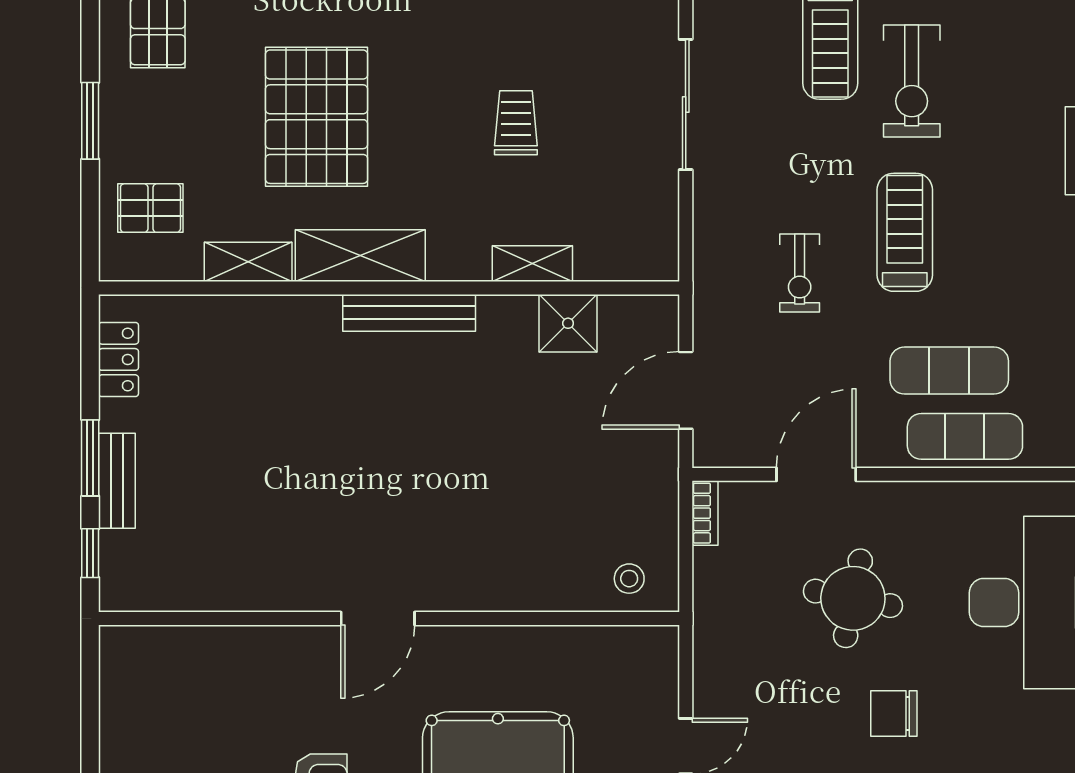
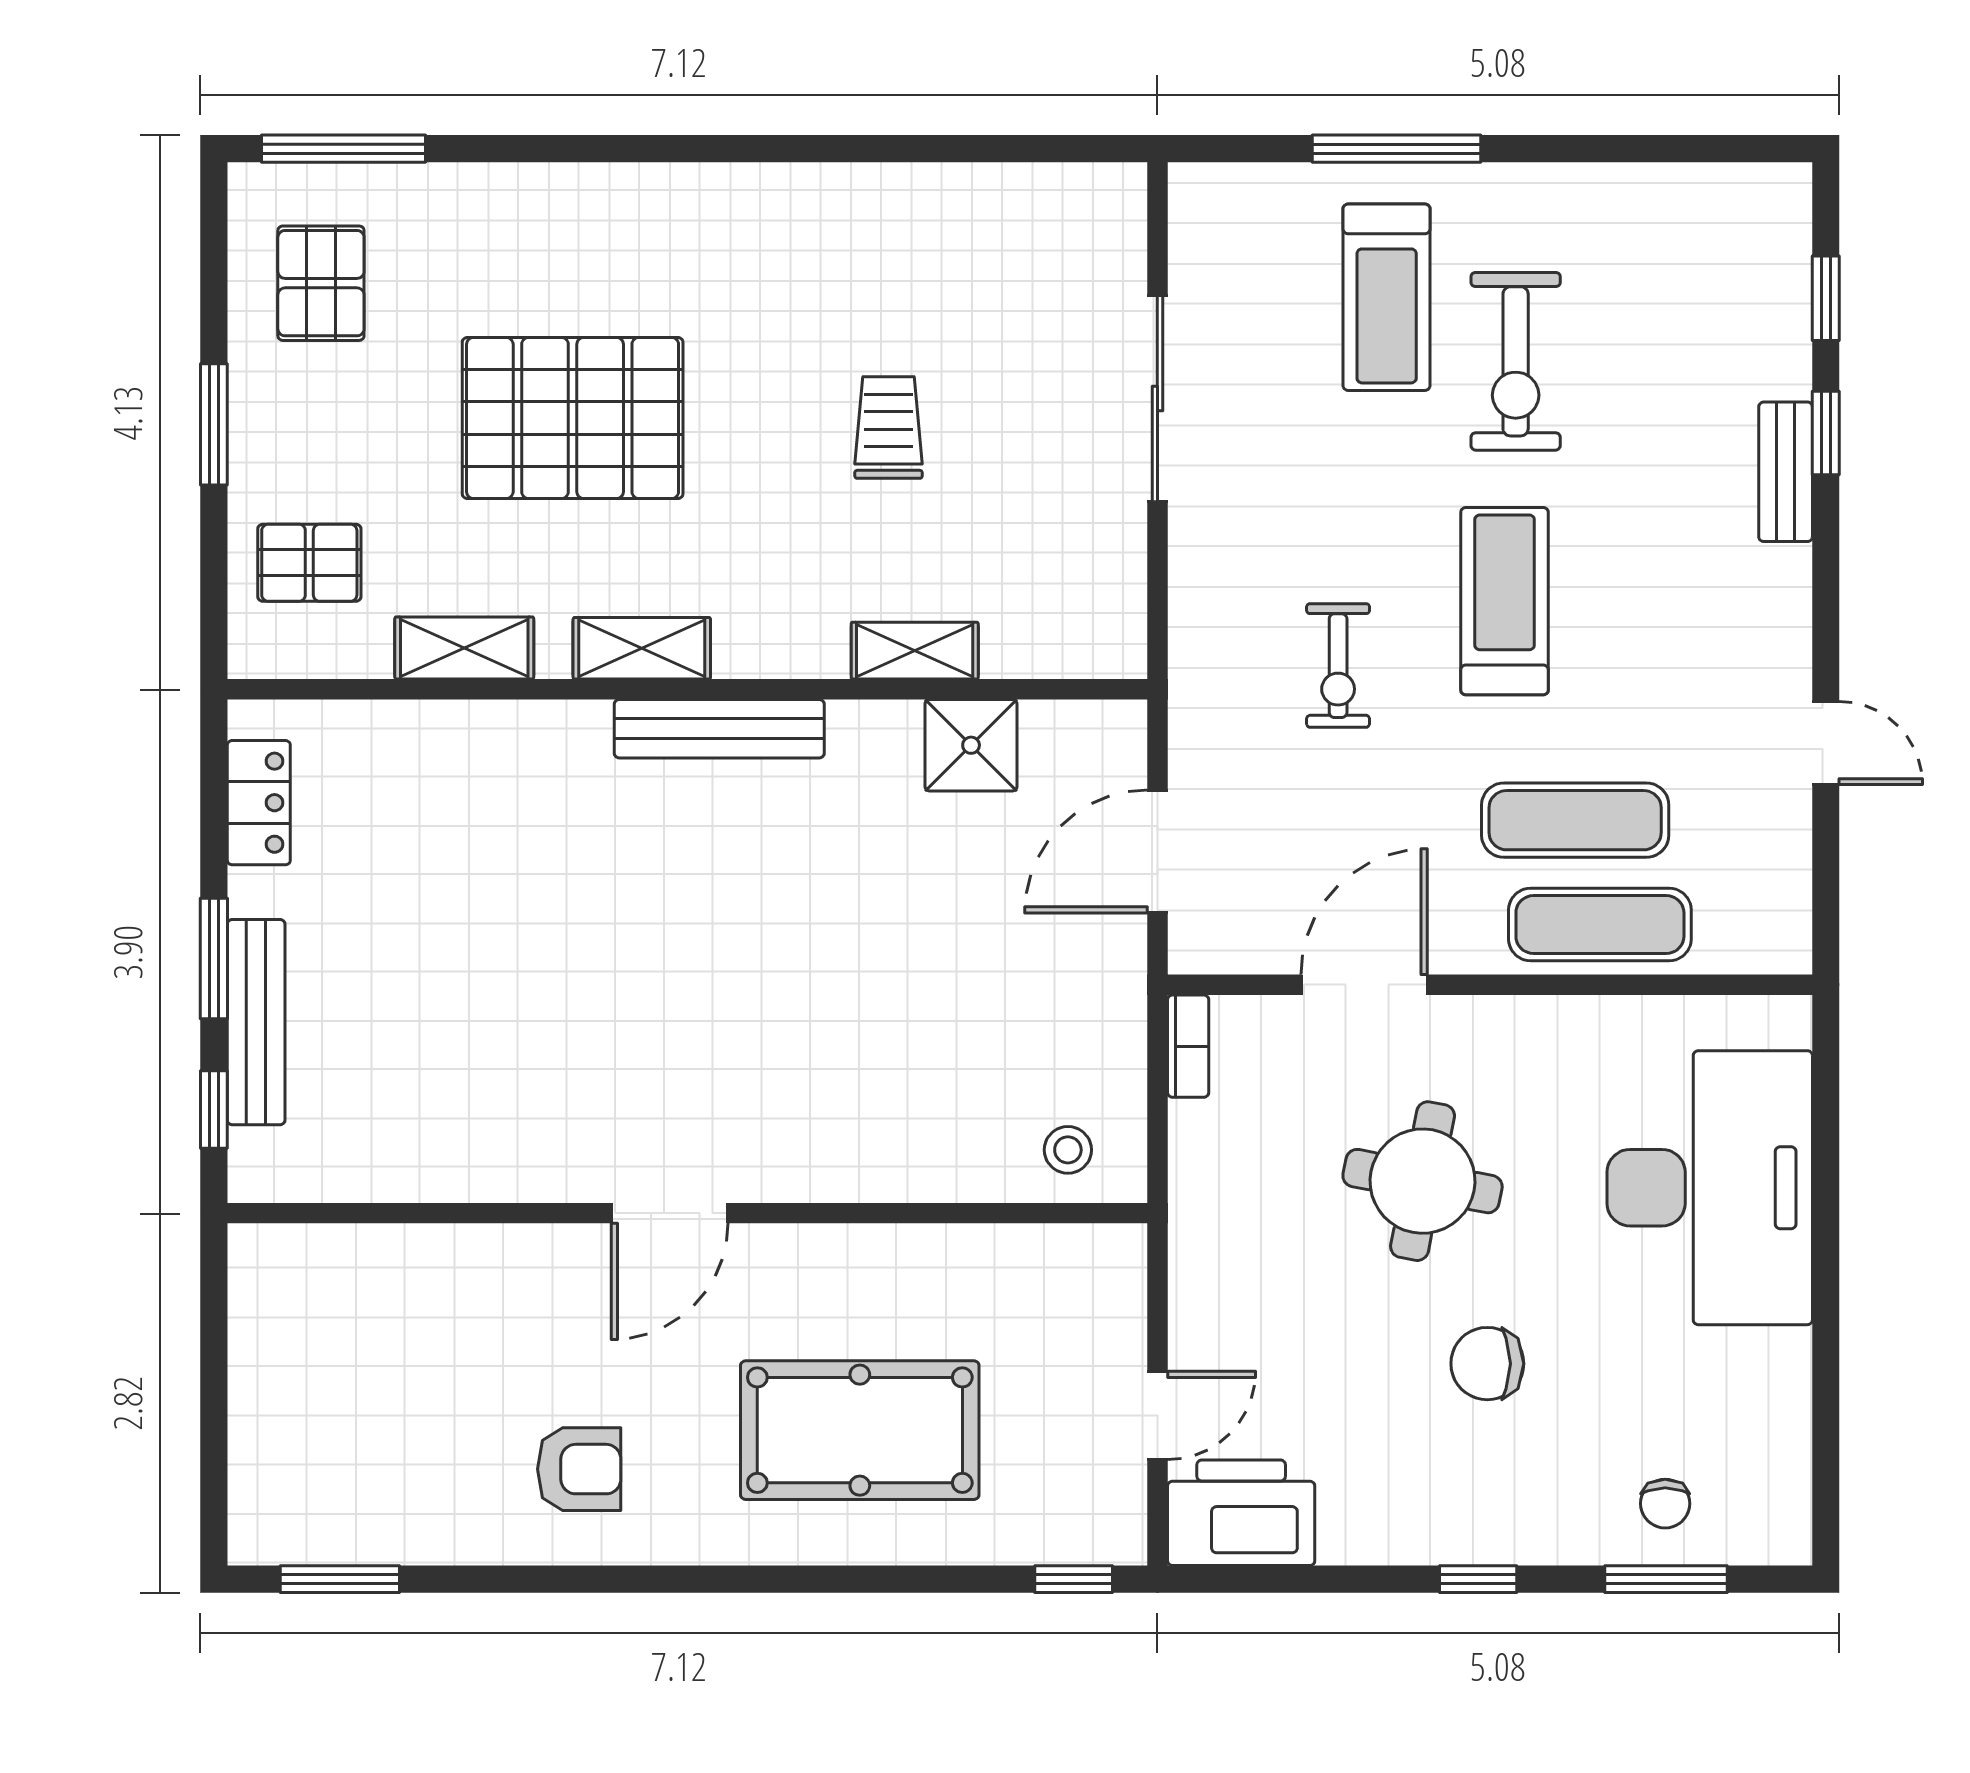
pallet: (317, 117) -> (573, 418), turned 90
shelving: (360, 256) -> (642, 648), width x0.67, depth x0.75
bench: (117, 481) -> (256, 1022), width x1.36

